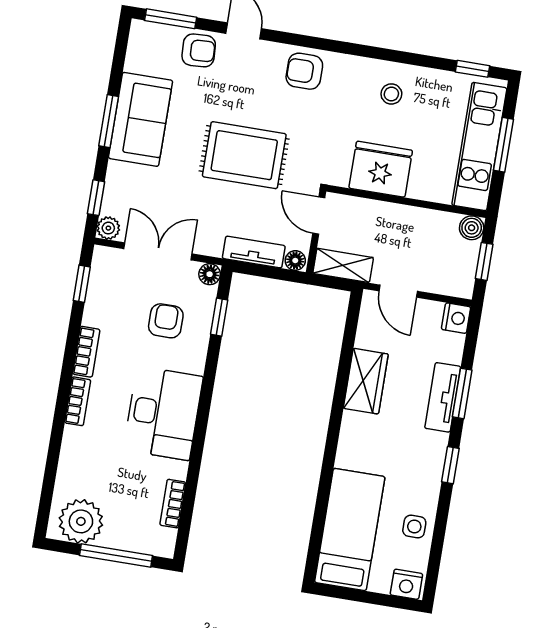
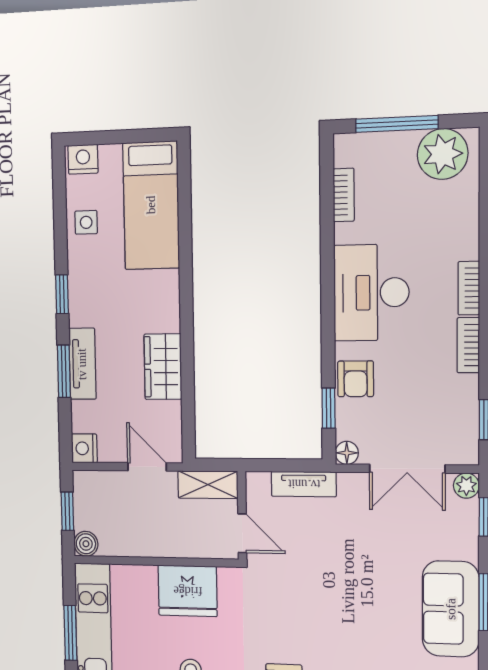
rug: (244, 155) -> (332, 586), removed
floor lamp: (295, 261) -> (258, 482), removed
armchair: (166, 321) -> (356, 379), moved

